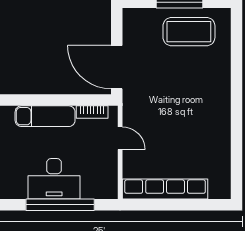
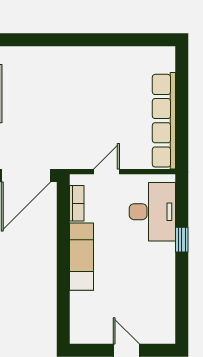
desk: (54, 179) -> (152, 212), moved
window: (60, 205) -> (182, 240), width x0.32

